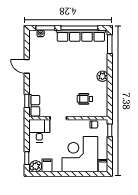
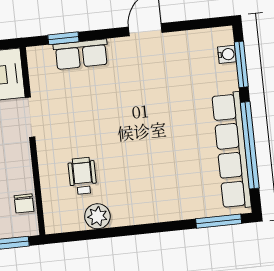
plant: (102, 76) -> (97, 216), moved
row of seats: (34, 106) -> (81, 54), moved

